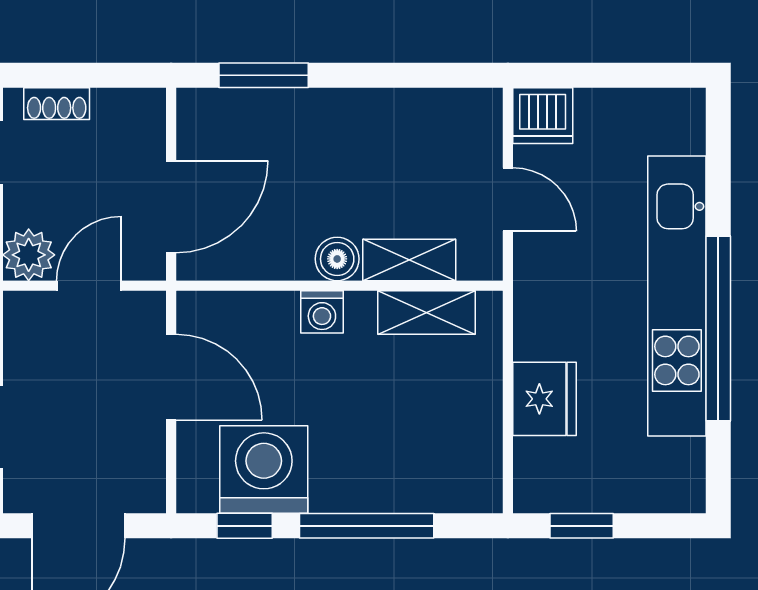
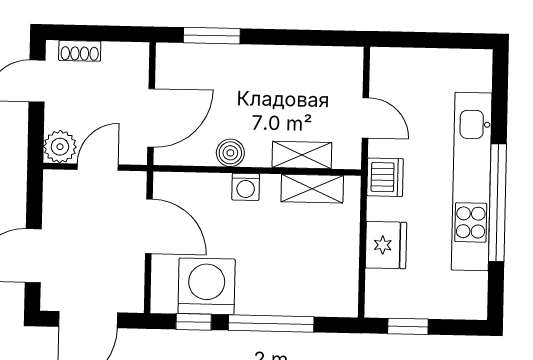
dishwasher: (543, 116) -> (385, 177), moved, turned -90
boiler: (337, 259) -> (230, 153), moved

